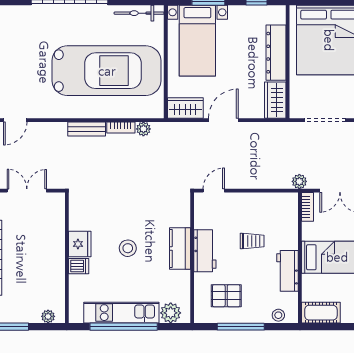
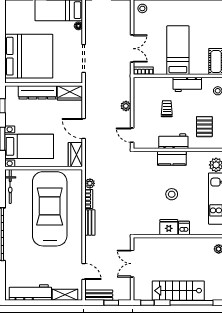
plant: (299, 181) -> (126, 106), moved

